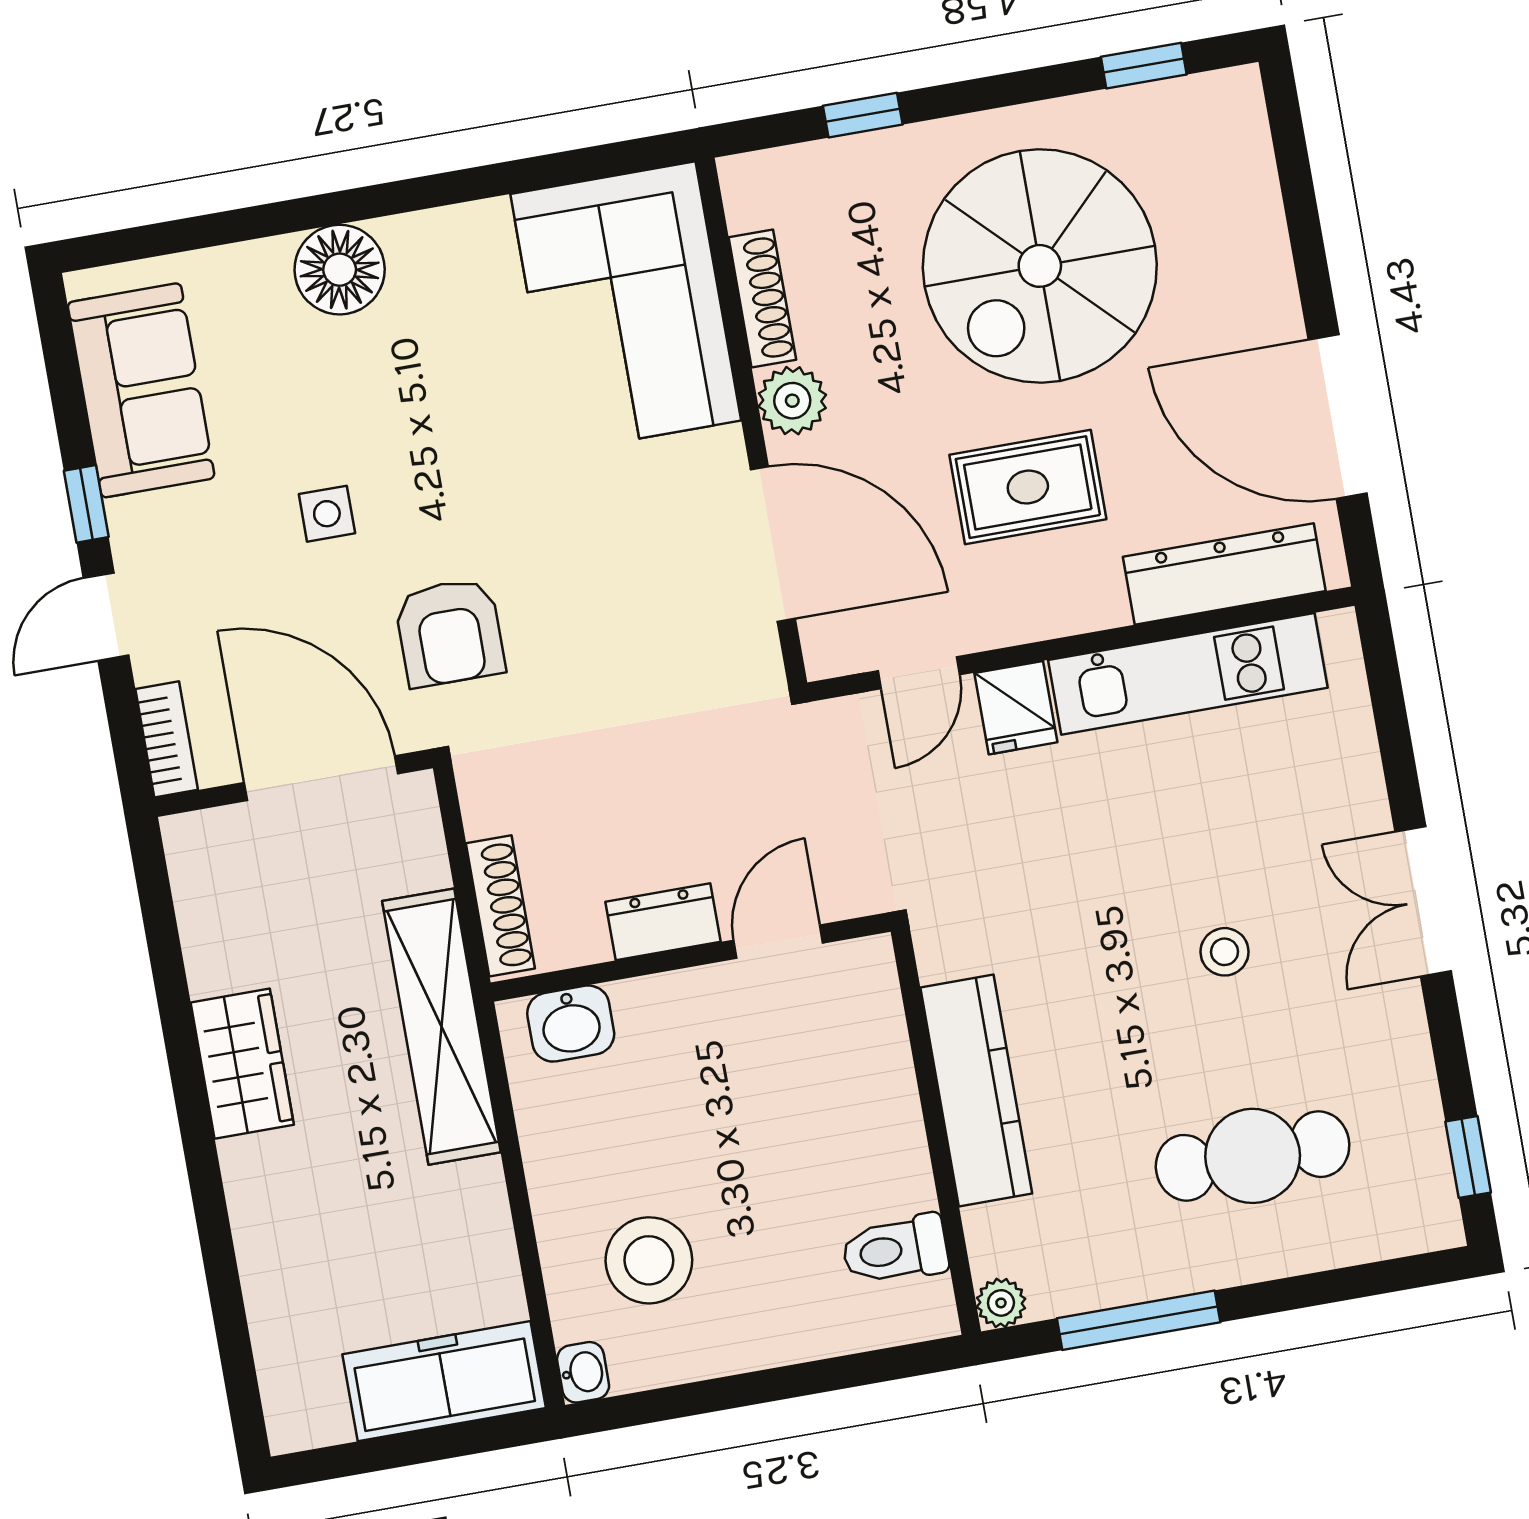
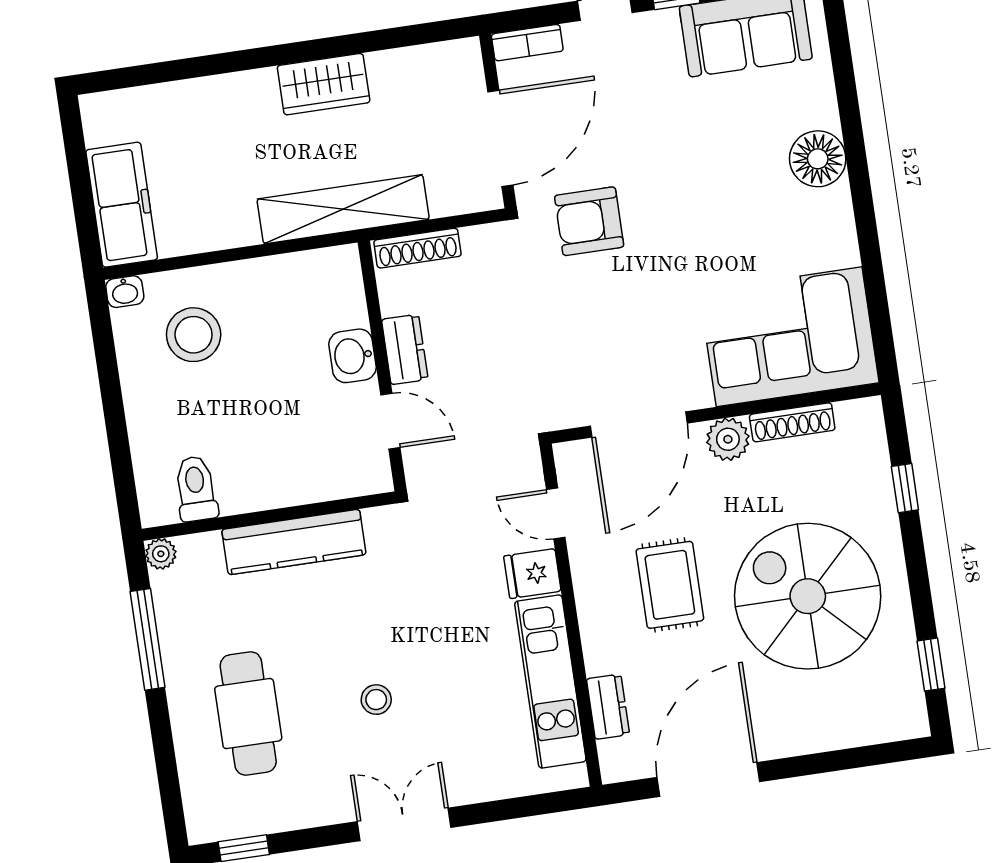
side table: (327, 514) -> (665, 147), removed
dresser: (1224, 574) -> (608, 707), width x0.51, depth x0.80
washbasin: (571, 1024) -> (352, 356), moved

